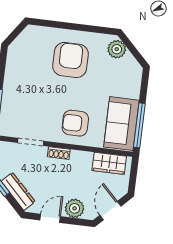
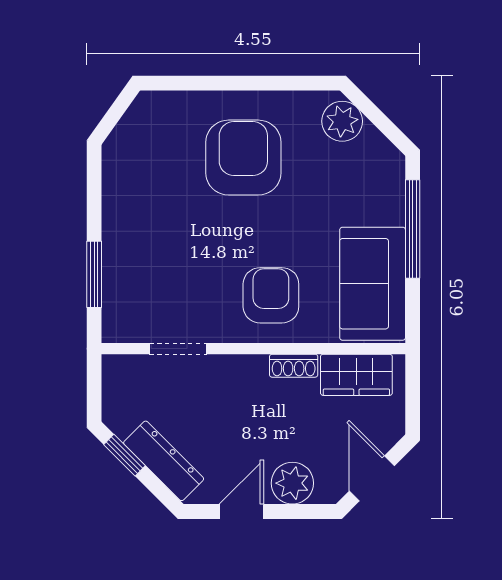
armchair: (75, 123) -> (271, 295), turned 90
window: (139, 125) -> (413, 229), moved
shoe rack: (59, 153) -> (294, 366), moved

